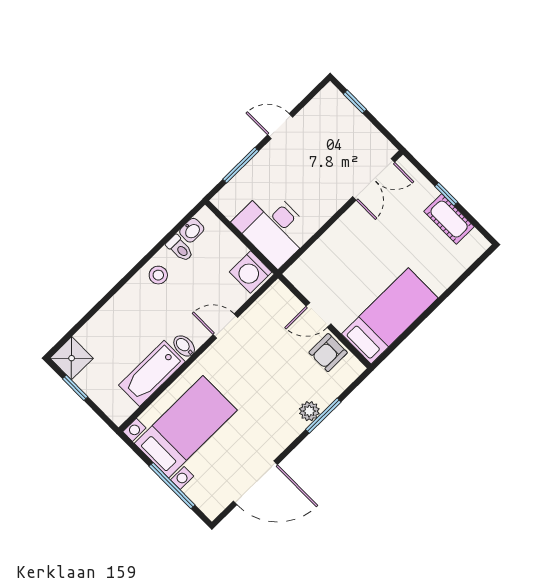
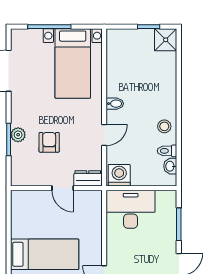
dresser: (284, 300) -> (88, 178), added
door: (318, 315) -> (63, 188), swing flipped
bed: (390, 316) -> (45, 254), moved, turned -90
armchair: (328, 353) -> (49, 142), moved
bathtub: (152, 373) -> (117, 73), removed

